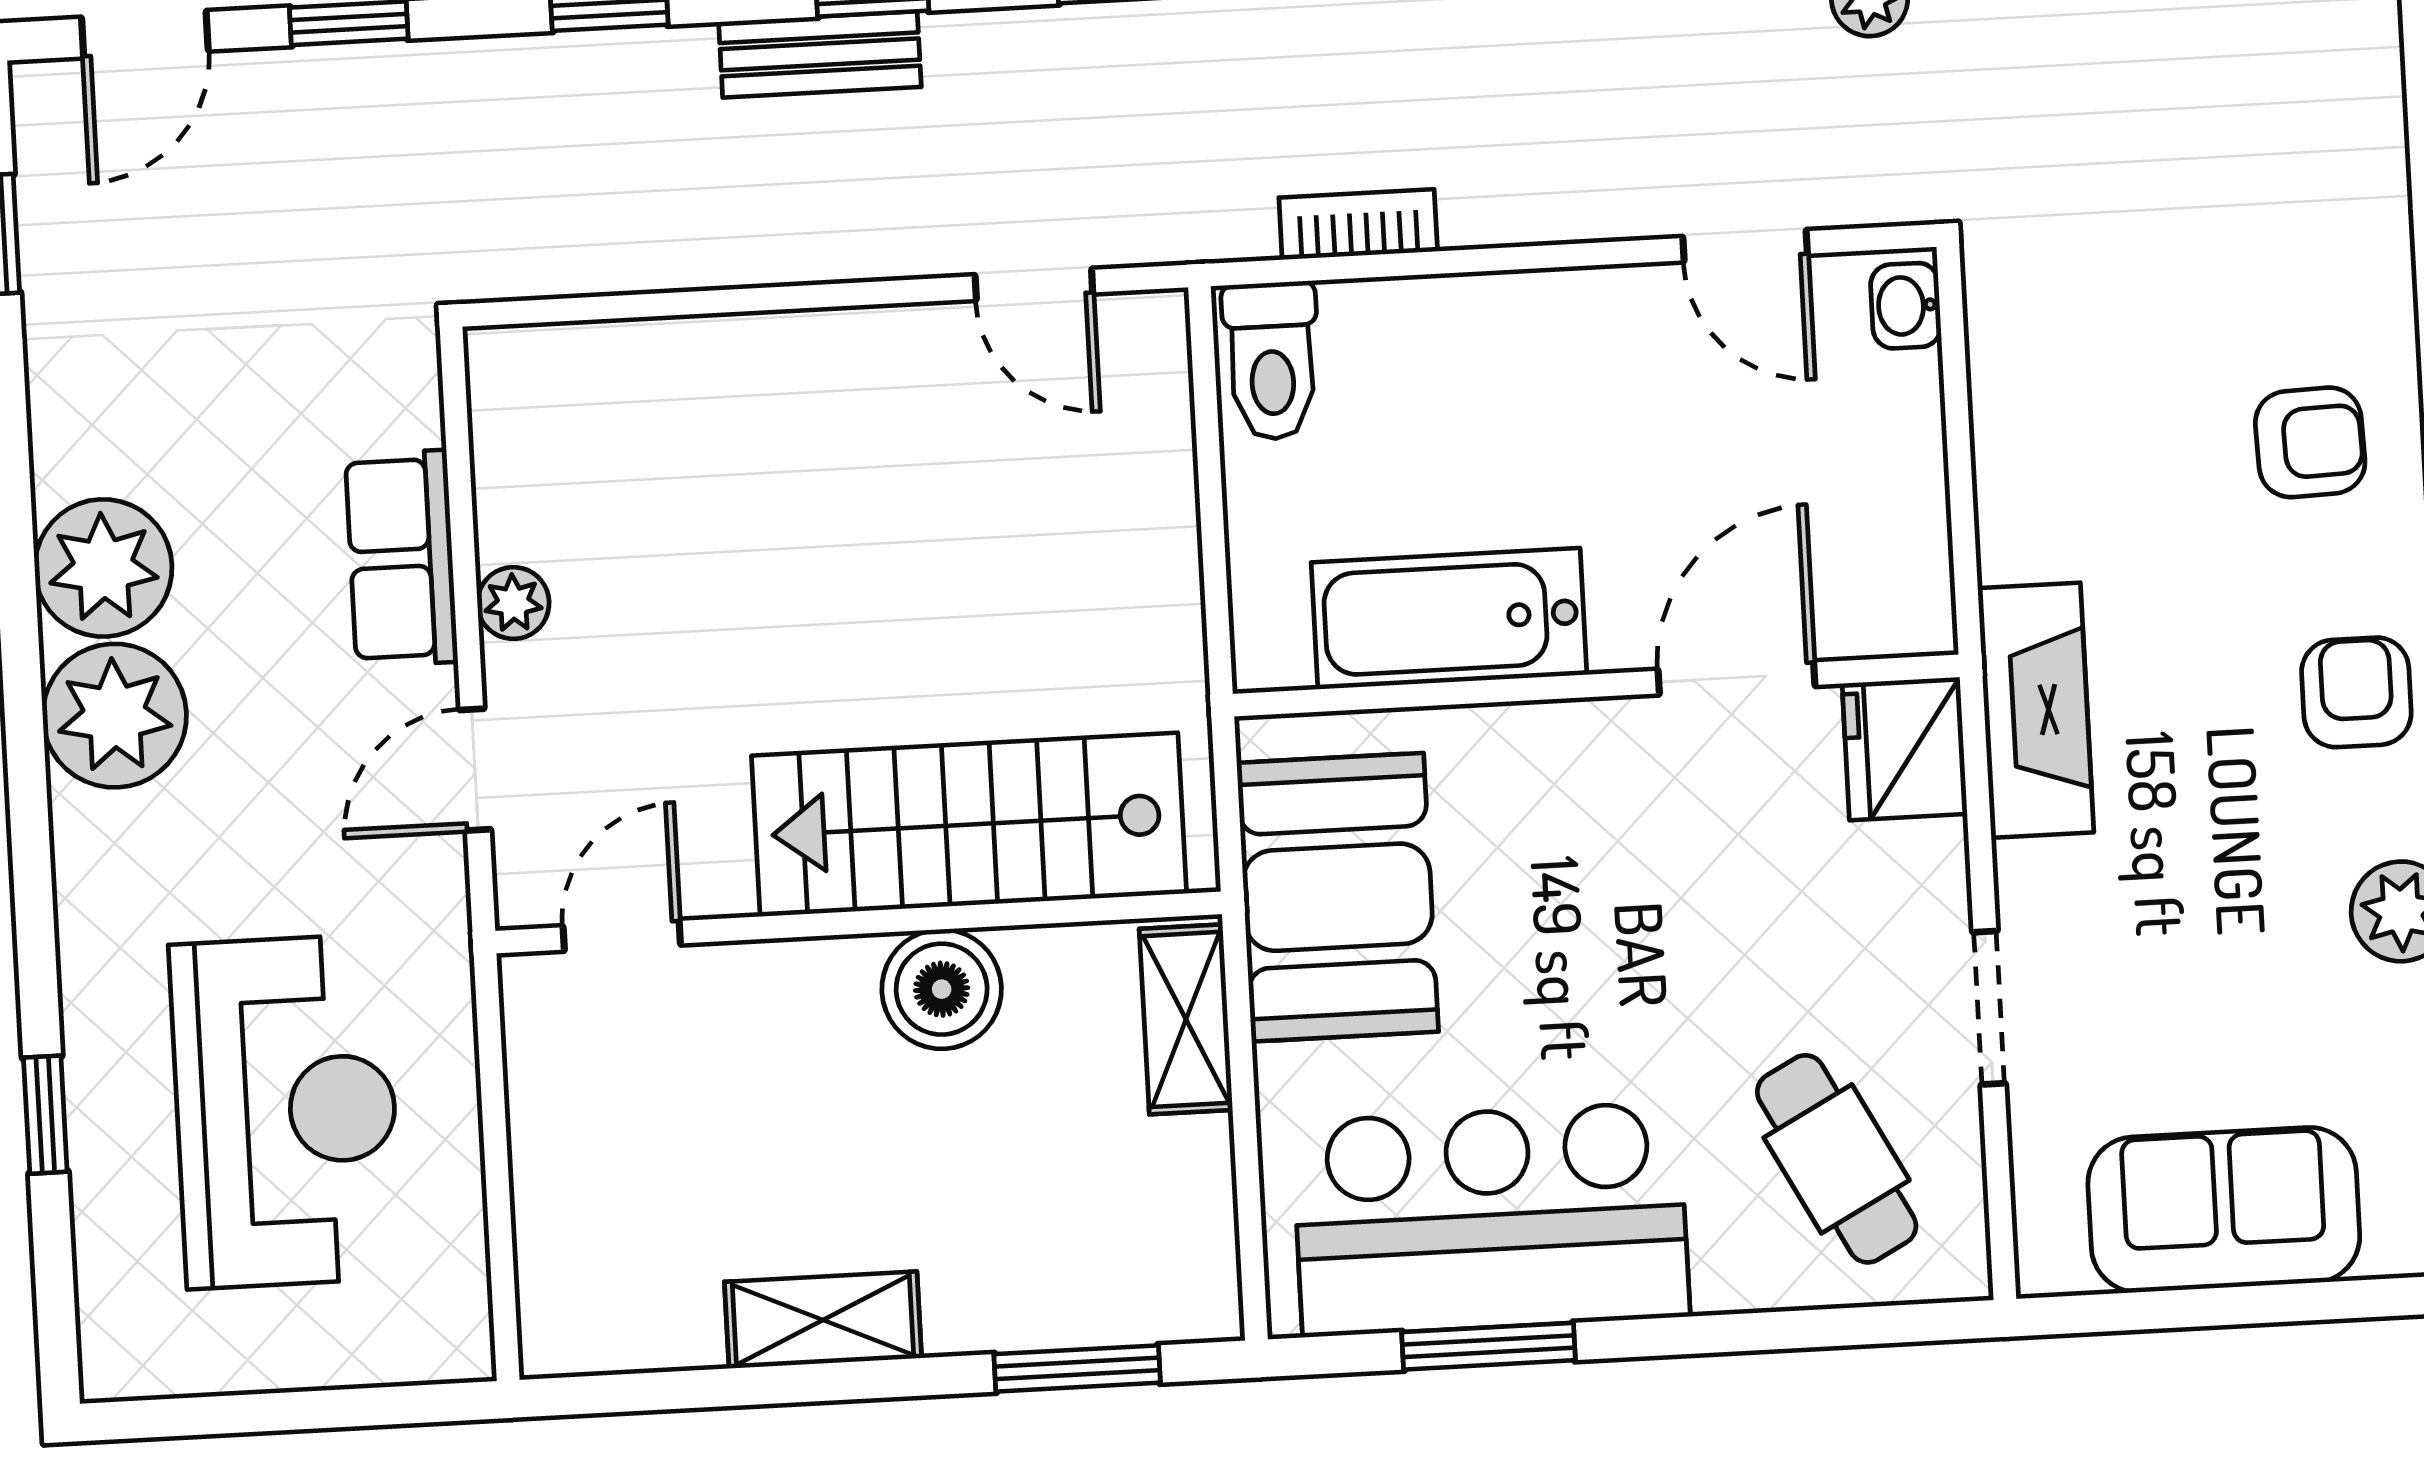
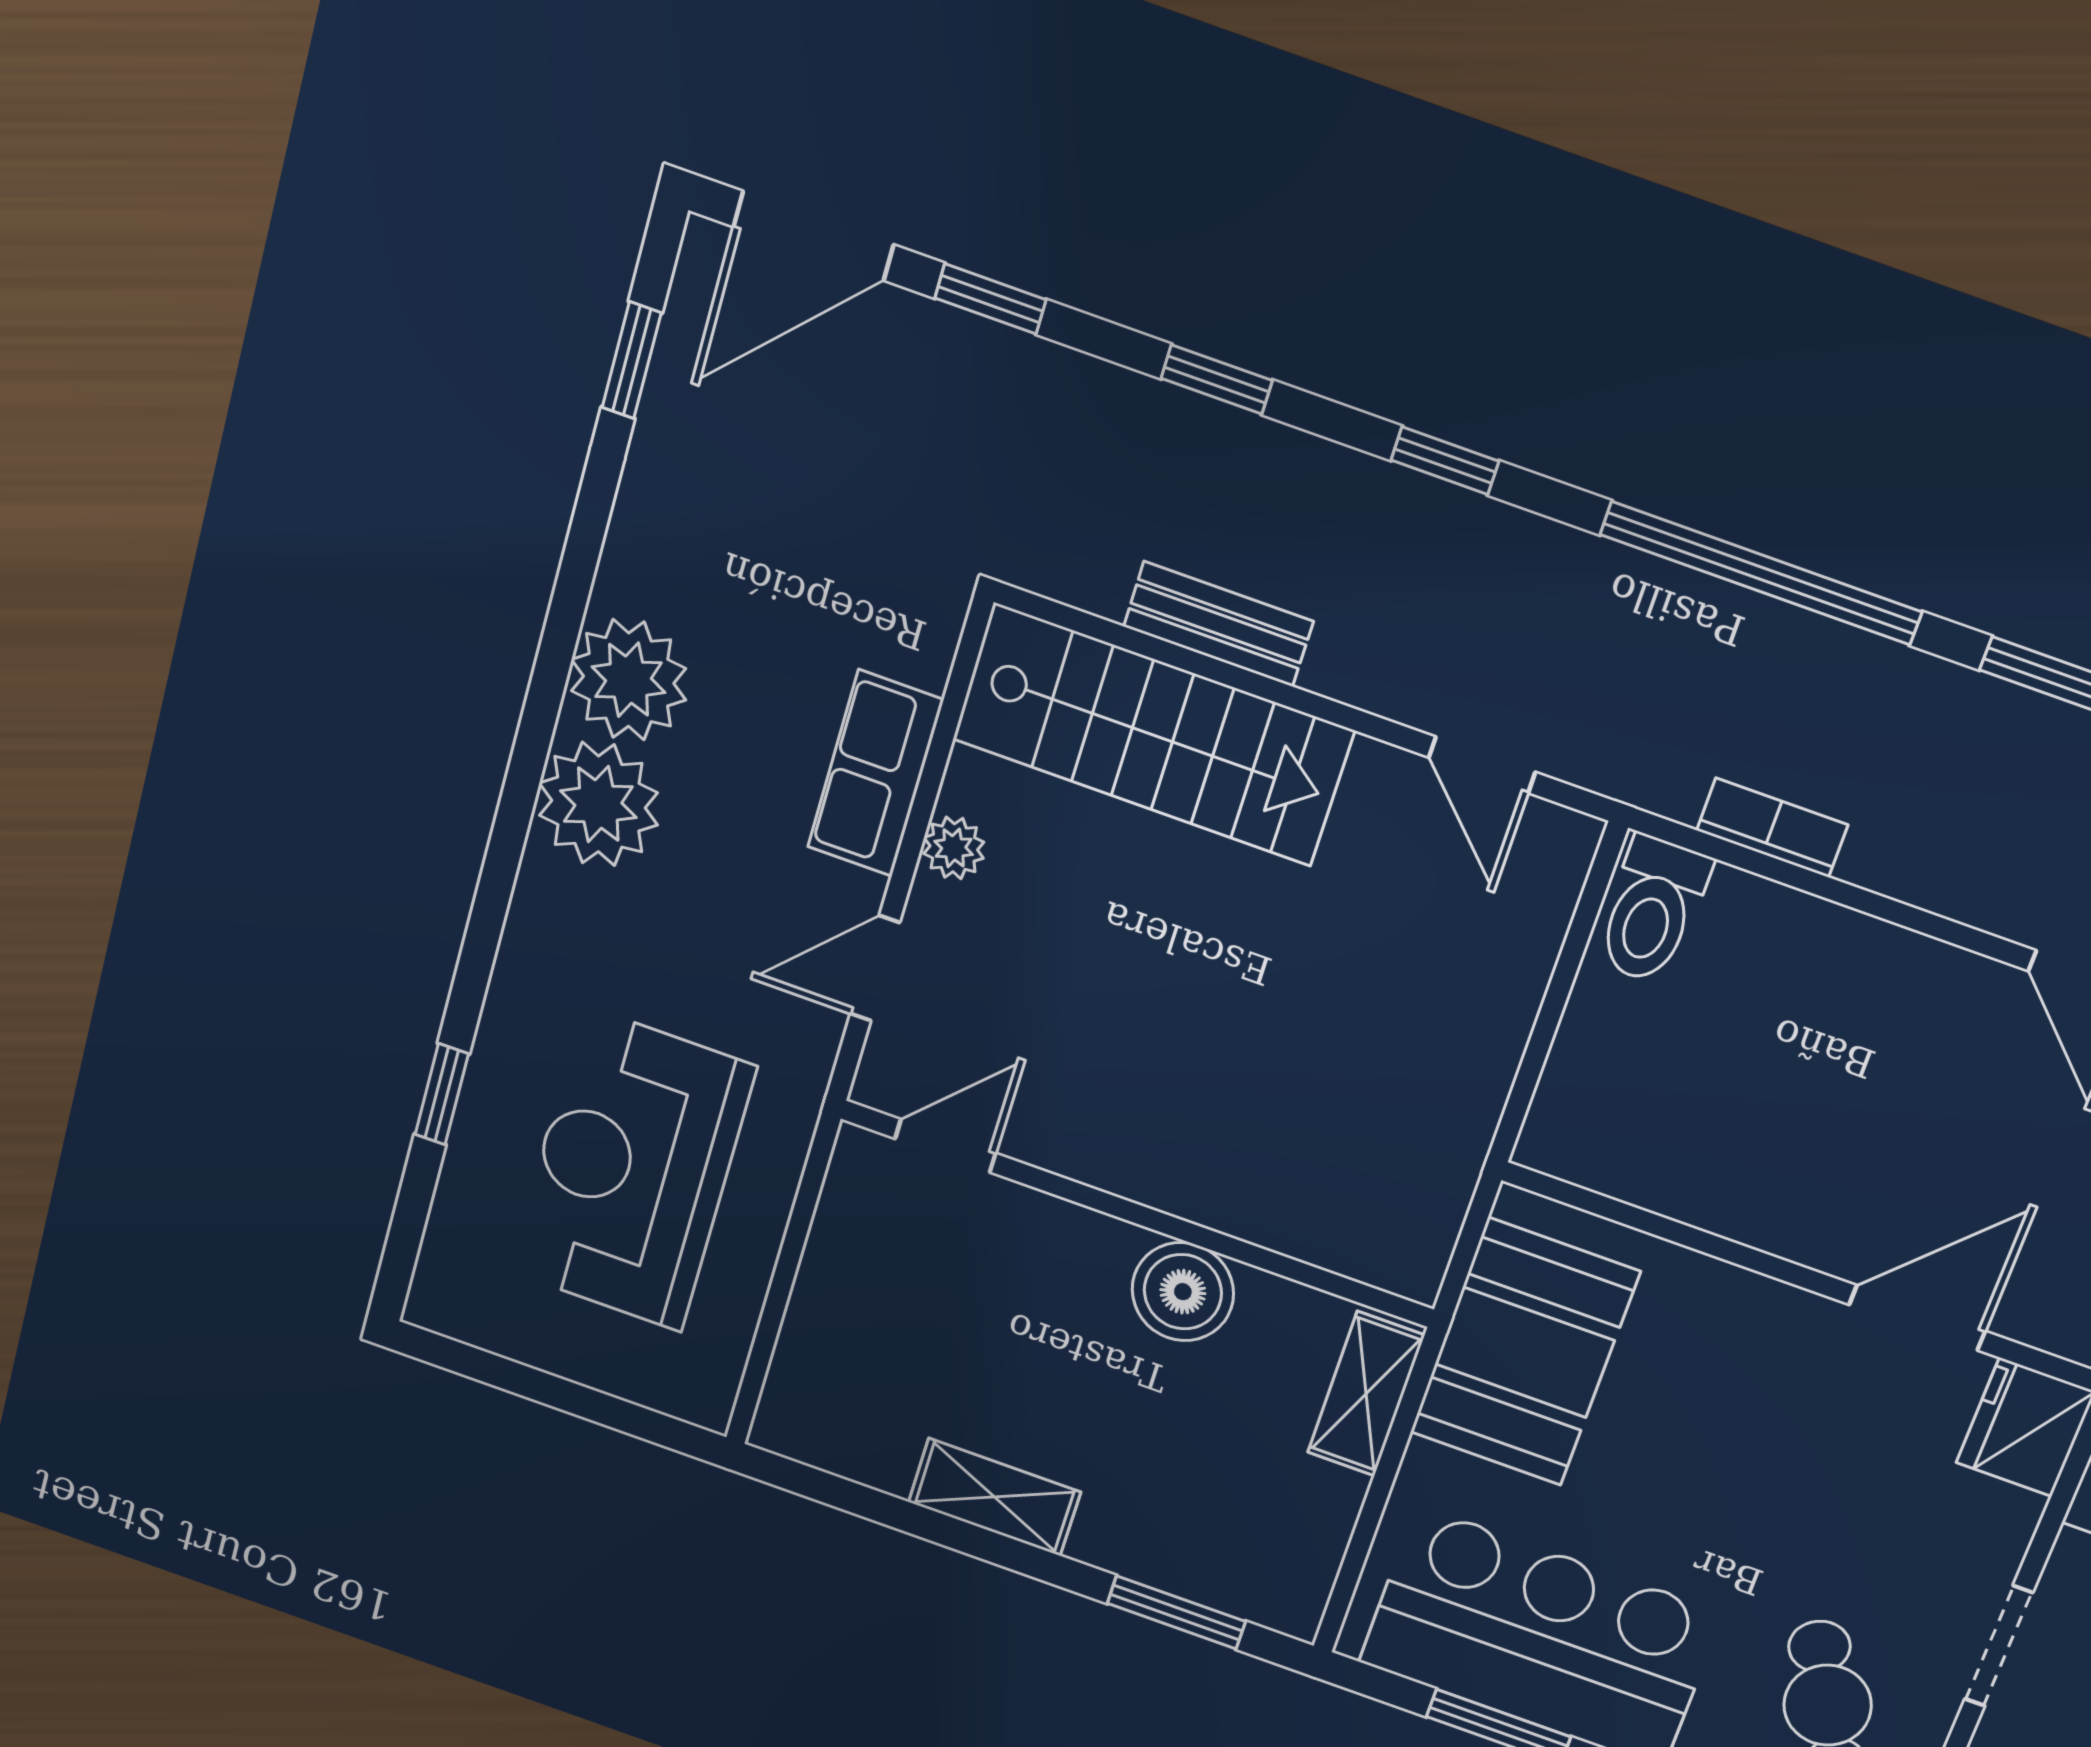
door: (145, 34) -> (813, 236), width x1.38
bench: (820, 54) -> (1218, 624), moved
bathtub: (1449, 619) -> (1707, 1176), removed
stairs: (969, 825) -> (1153, 735), moved, turned 180
reception desk: (286, 1111) -> (632, 1170), turned 180

